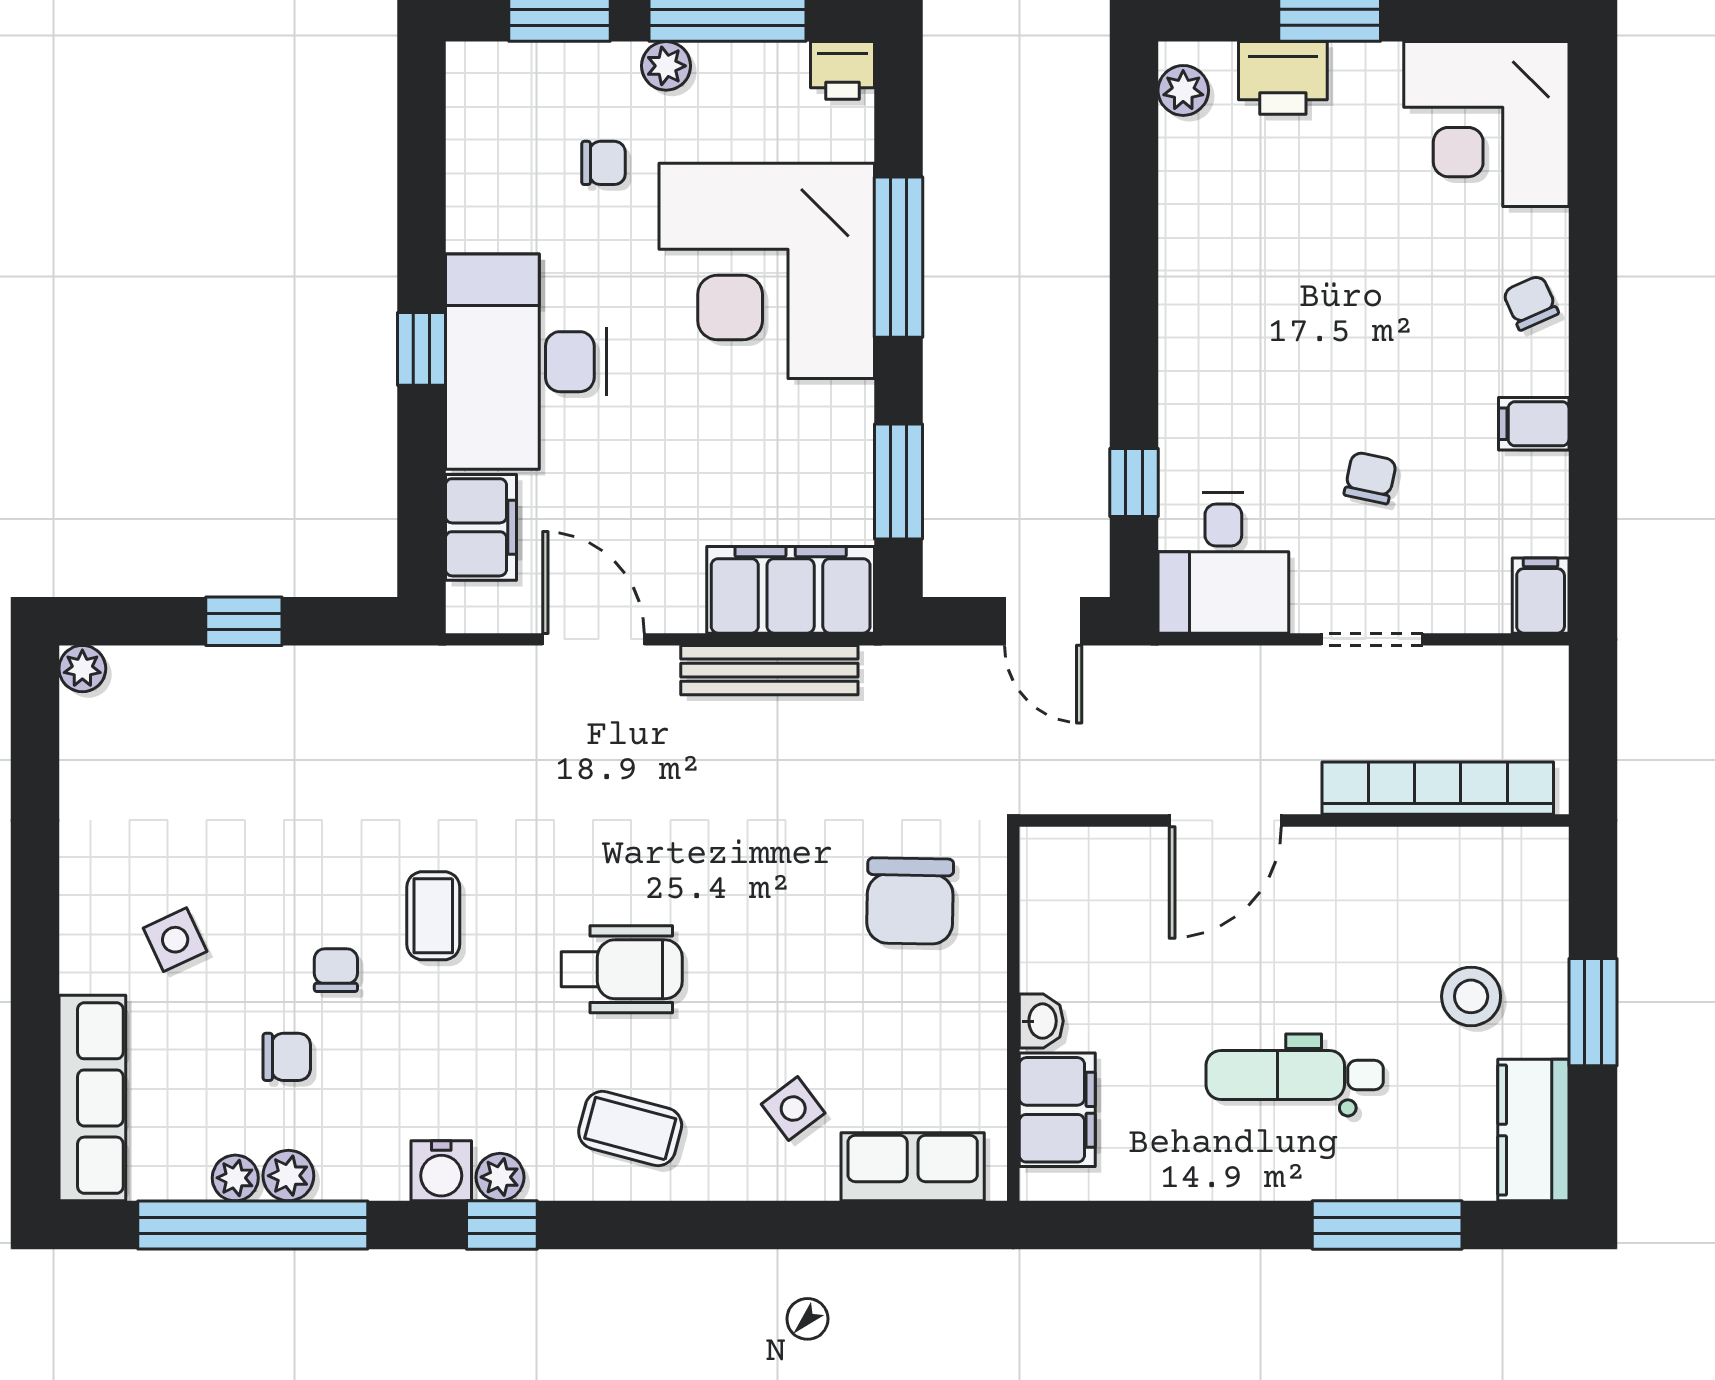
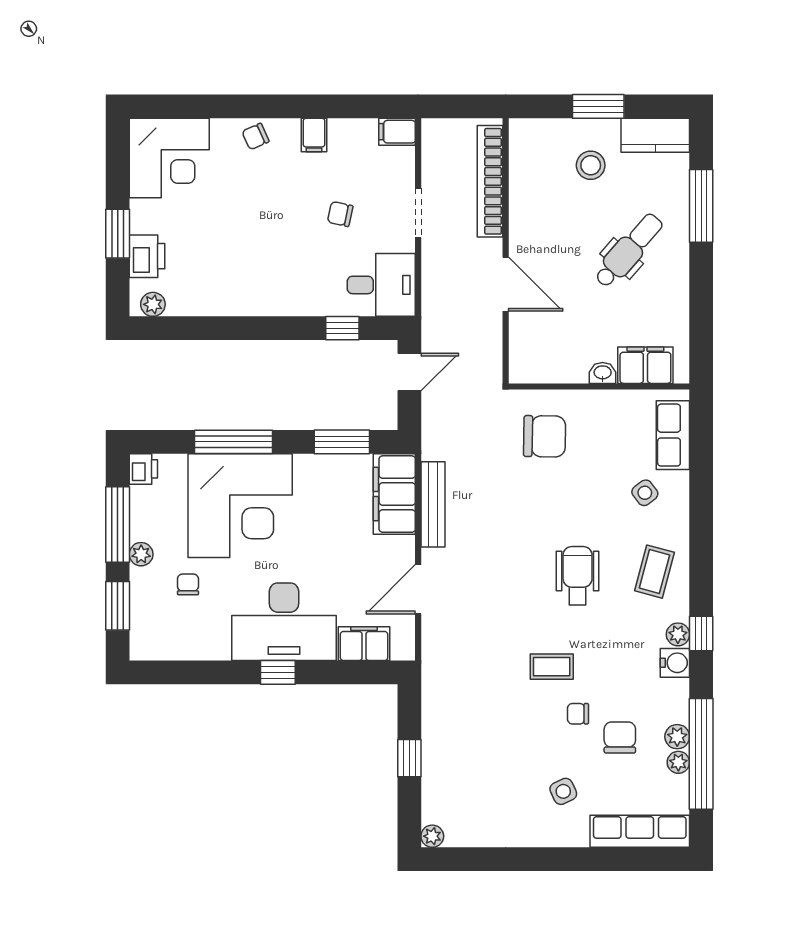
chair: (287, 1057) -> (620, 737), width x1.37, depth x1.37
dental chair: (1295, 1075) -> (629, 250), turned -139

